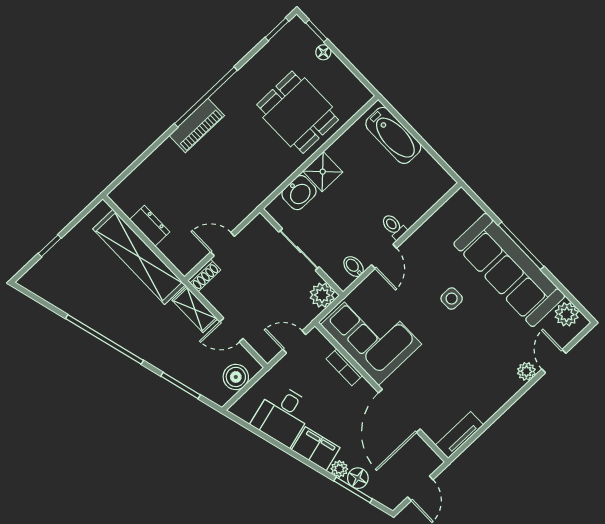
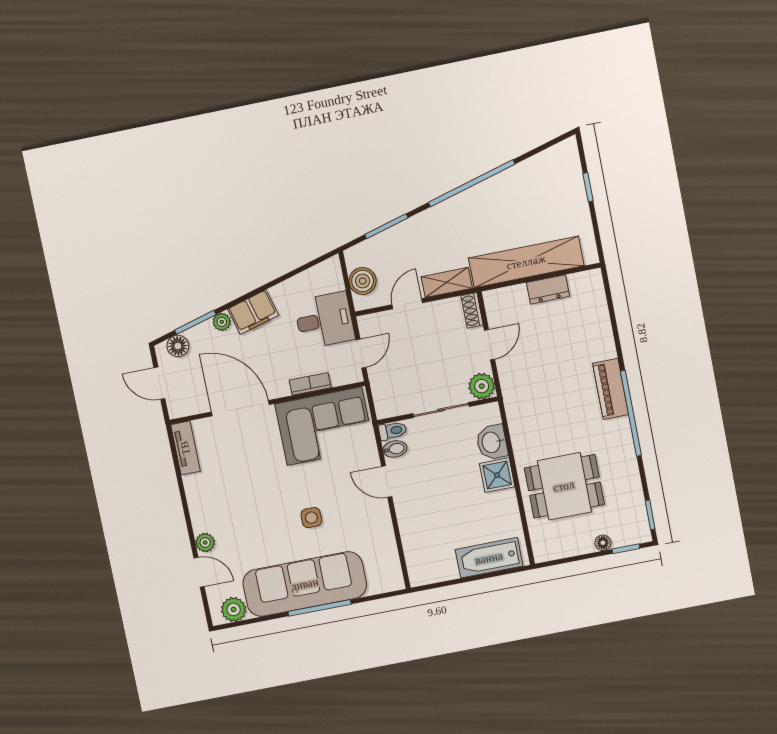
toilet: (394, 226) -> (393, 431), moved
plant: (322, 295) -> (482, 386), moved
desk: (283, 415) -> (324, 320), moved, turned 105
floor lamp: (358, 478) -> (178, 346), moved

